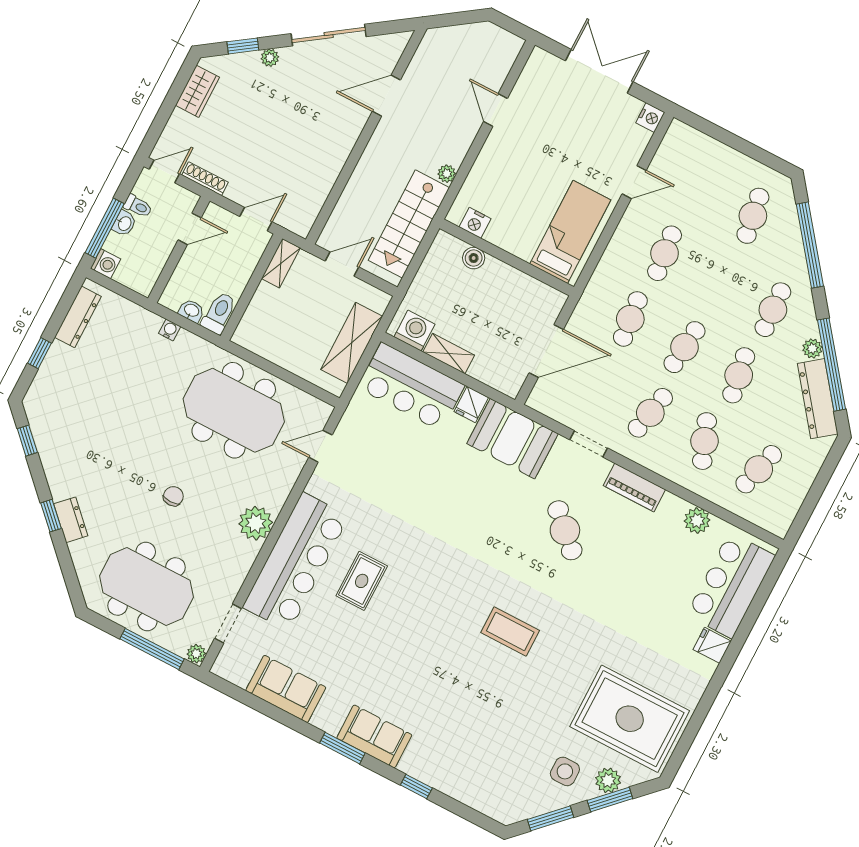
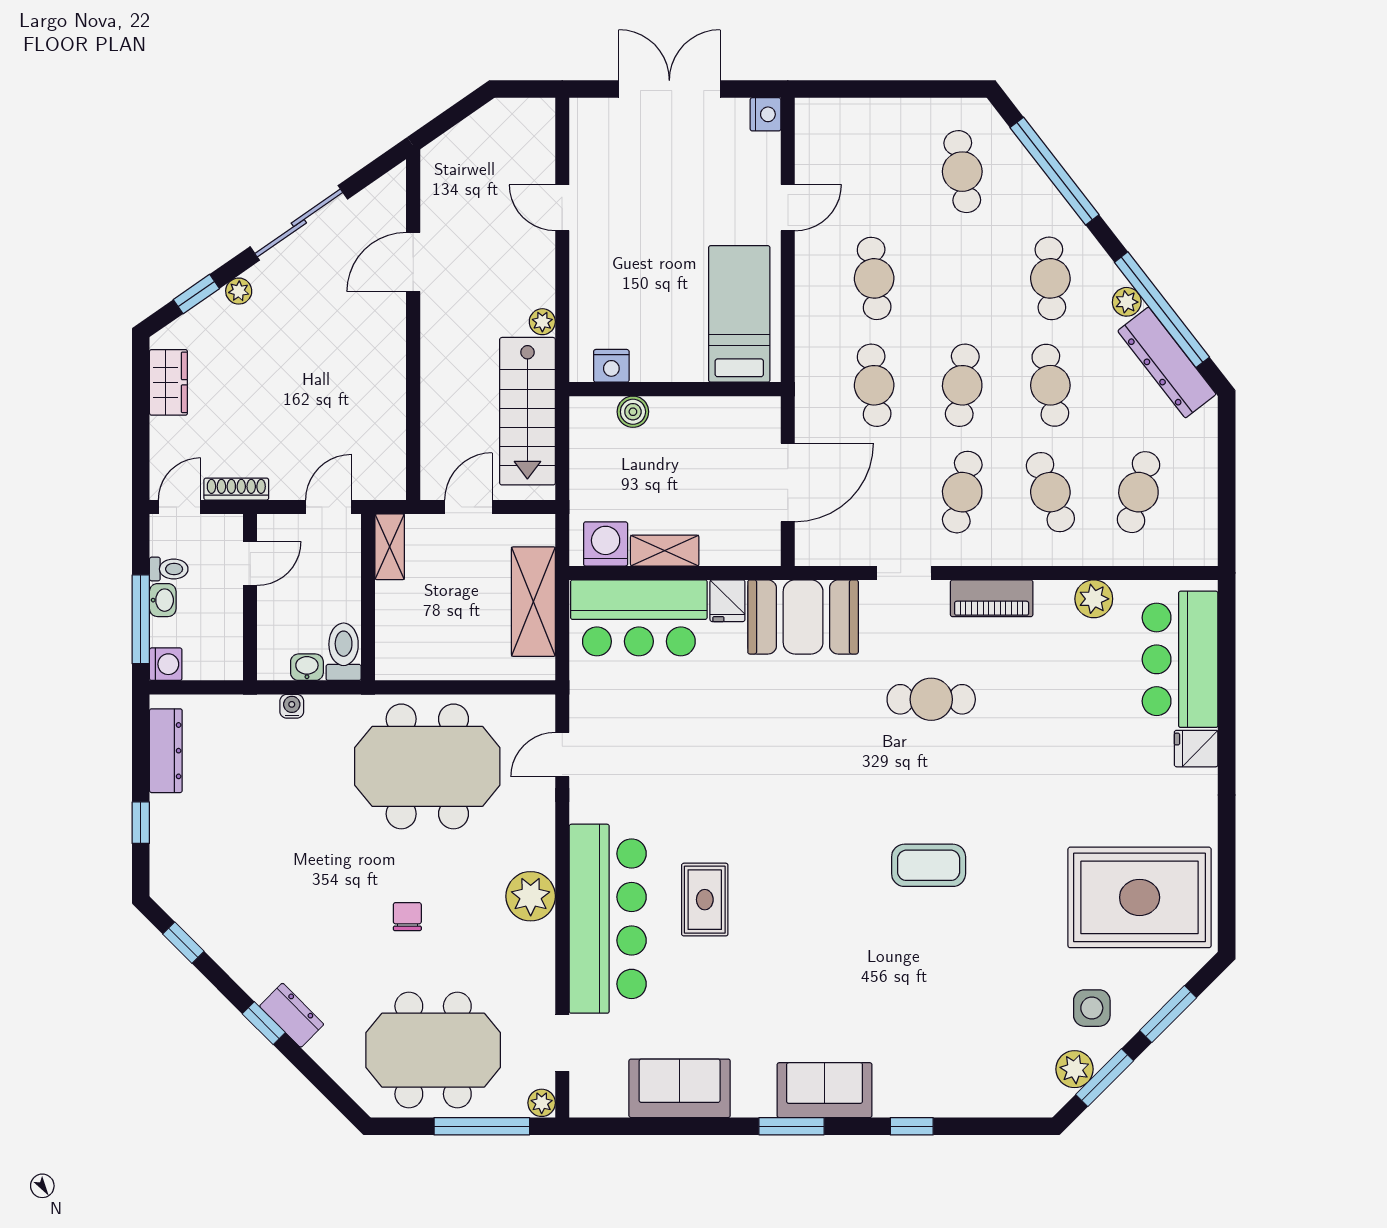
cafe table: (565, 530) -> (931, 699), turned -44
plant: (608, 780) -> (1075, 1069), moved

